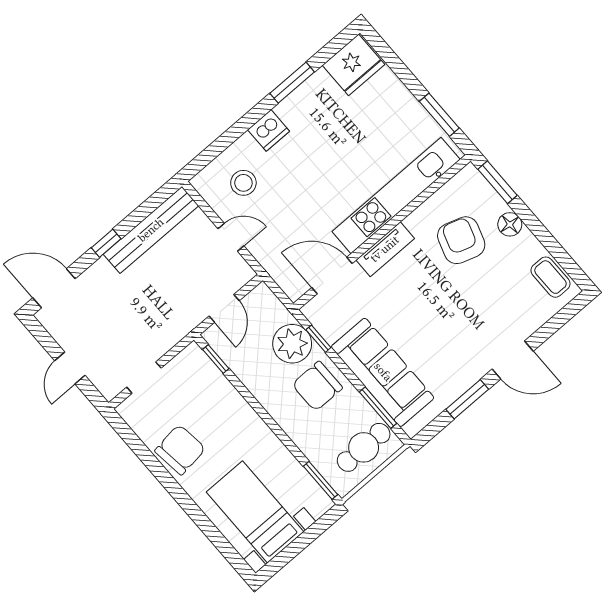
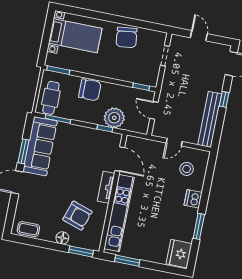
door: (332, 275) -> (120, 159), hinge flipped
sofa: (383, 372) -> (40, 146), moved, turned -90
chair: (317, 386) -> (90, 90), moved, turned 90

